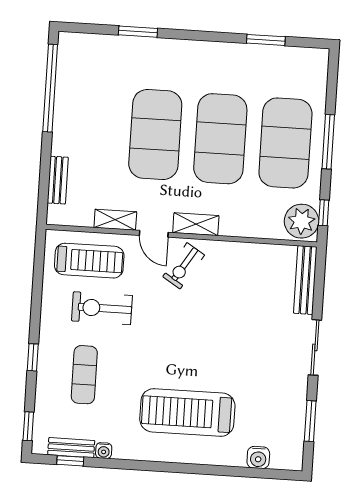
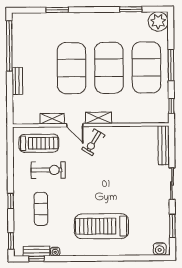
bench: (58, 180) -> (17, 81), moved
plant: (302, 221) -> (158, 21), moved
exercise bike: (102, 308) -> (48, 170), turned 180
water cooler: (258, 457) -> (160, 249), moved

